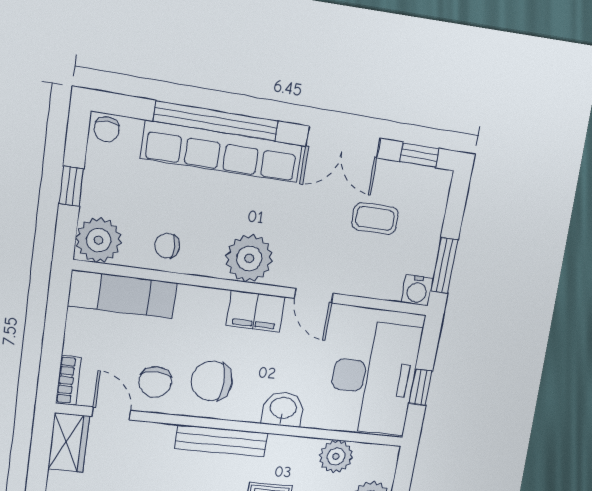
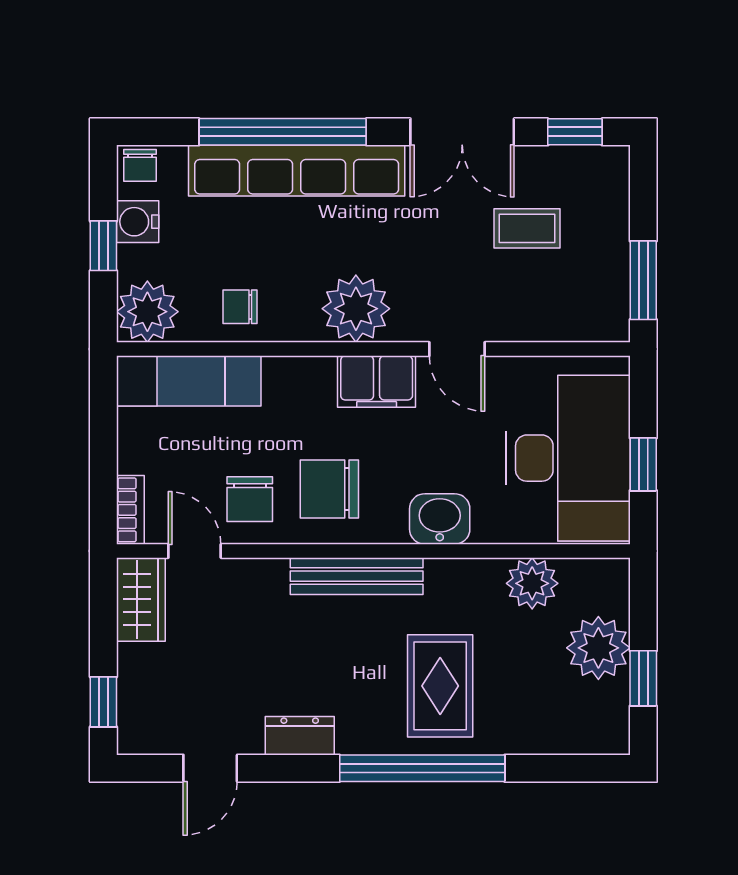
water cooler: (417, 290) -> (138, 222), moved, turned 90

